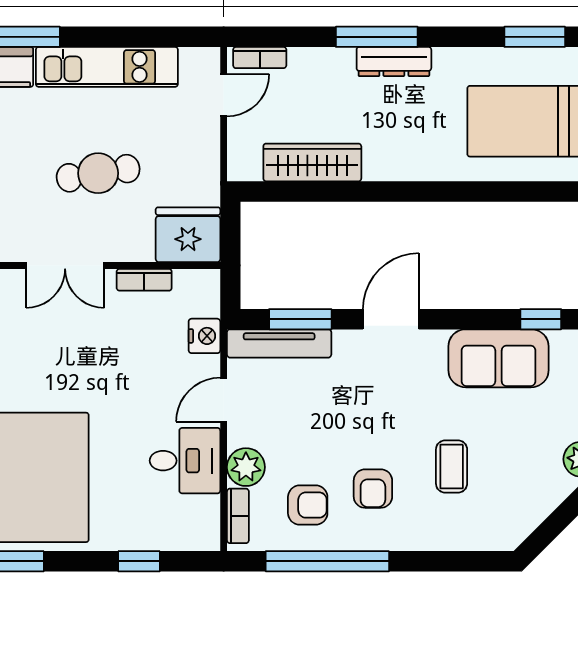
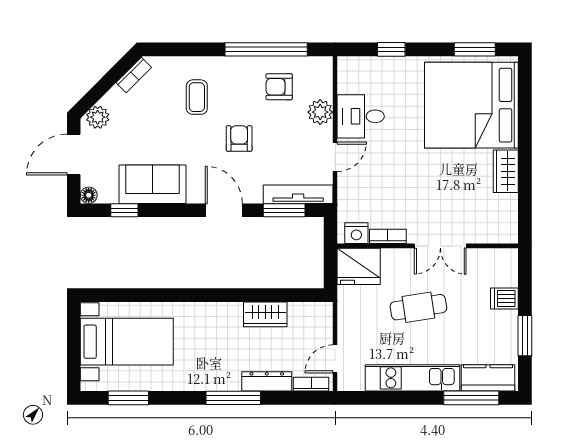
dresser: (394, 62) -> (267, 381), moved
wardrobe: (312, 162) -> (265, 314), width x0.67
double door: (65, 265) -> (440, 246), swing flipped
door: (391, 319) -> (224, 210), swing flipped
nightstand: (204, 336) -> (356, 233), moved, turned -90
coffee table: (452, 466) -> (197, 97), moved
armchair: (373, 489) -> (239, 138), moved
bookcase: (238, 516) -> (134, 75), moved, turned -135

